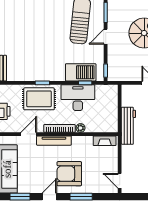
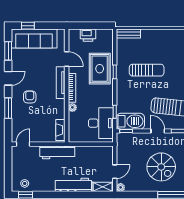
sun lounger: (41, 49) -> (147, 70), added
barbecue: (81, 72) -> (130, 121), moved, turned -90
desk: (78, 98) -> (101, 123), moved
workbench: (128, 126) -> (57, 152), moved
armchair: (69, 174) -> (30, 97), width x0.53, depth x0.53
door: (49, 197) -> (8, 78), hinge flipped

